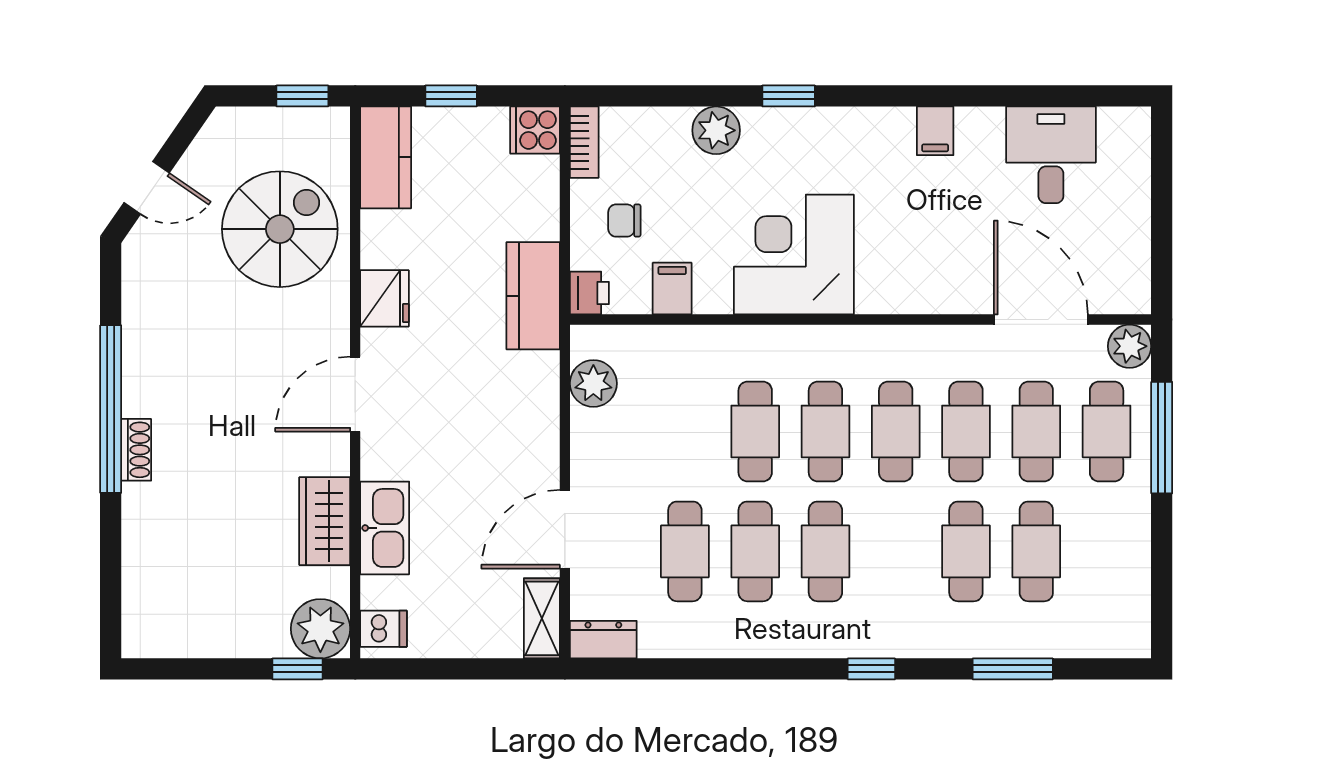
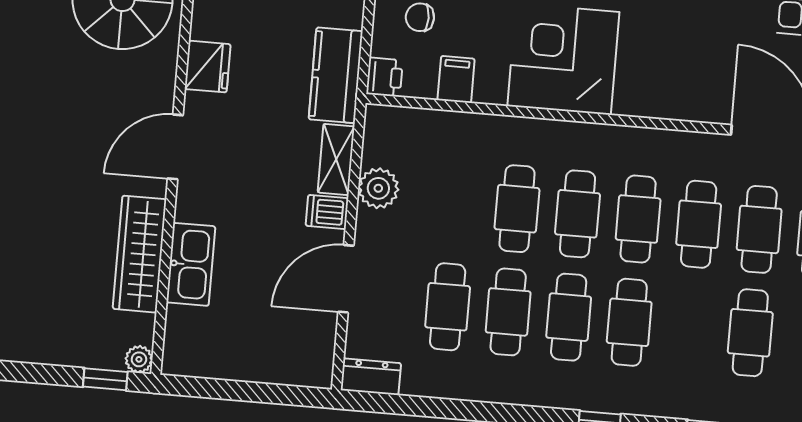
plant: (593, 383) -> (378, 188), moved
wardrobe: (325, 521) -> (140, 254), width x1.50
cafe table: (966, 551) -> (629, 322), moved
shelving: (542, 618) -> (336, 159), moved
plant: (320, 629) -> (139, 359), width x0.53, depth x0.53
dishwasher: (384, 629) -> (327, 212), moved, turned 180

